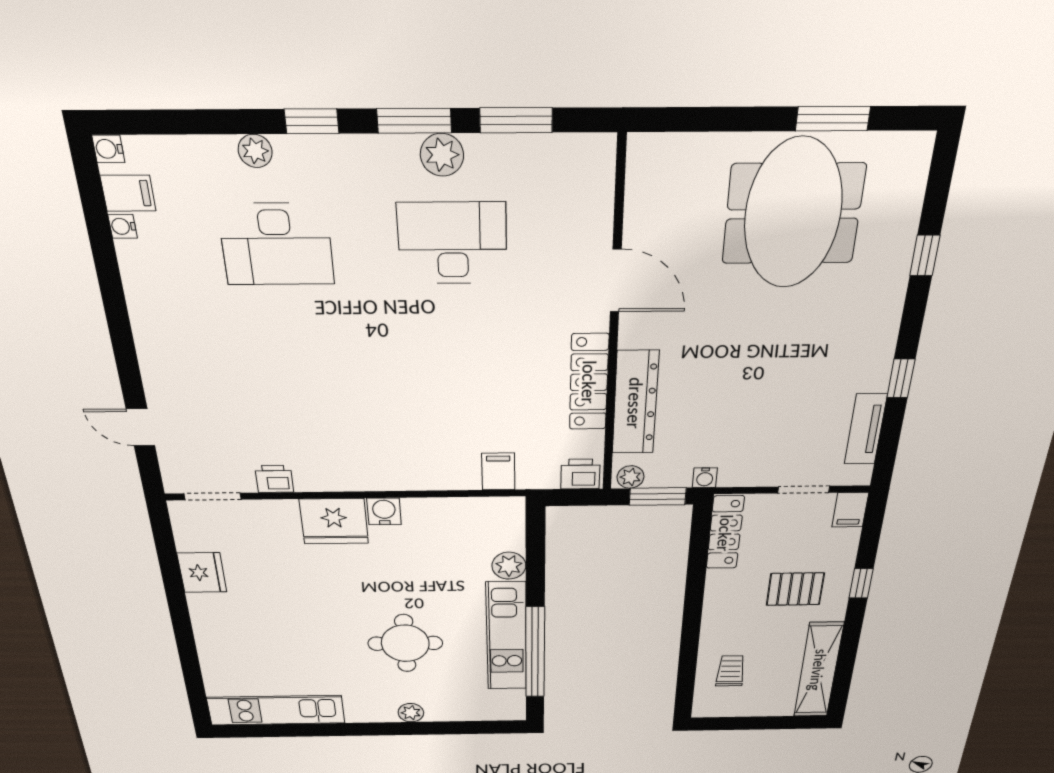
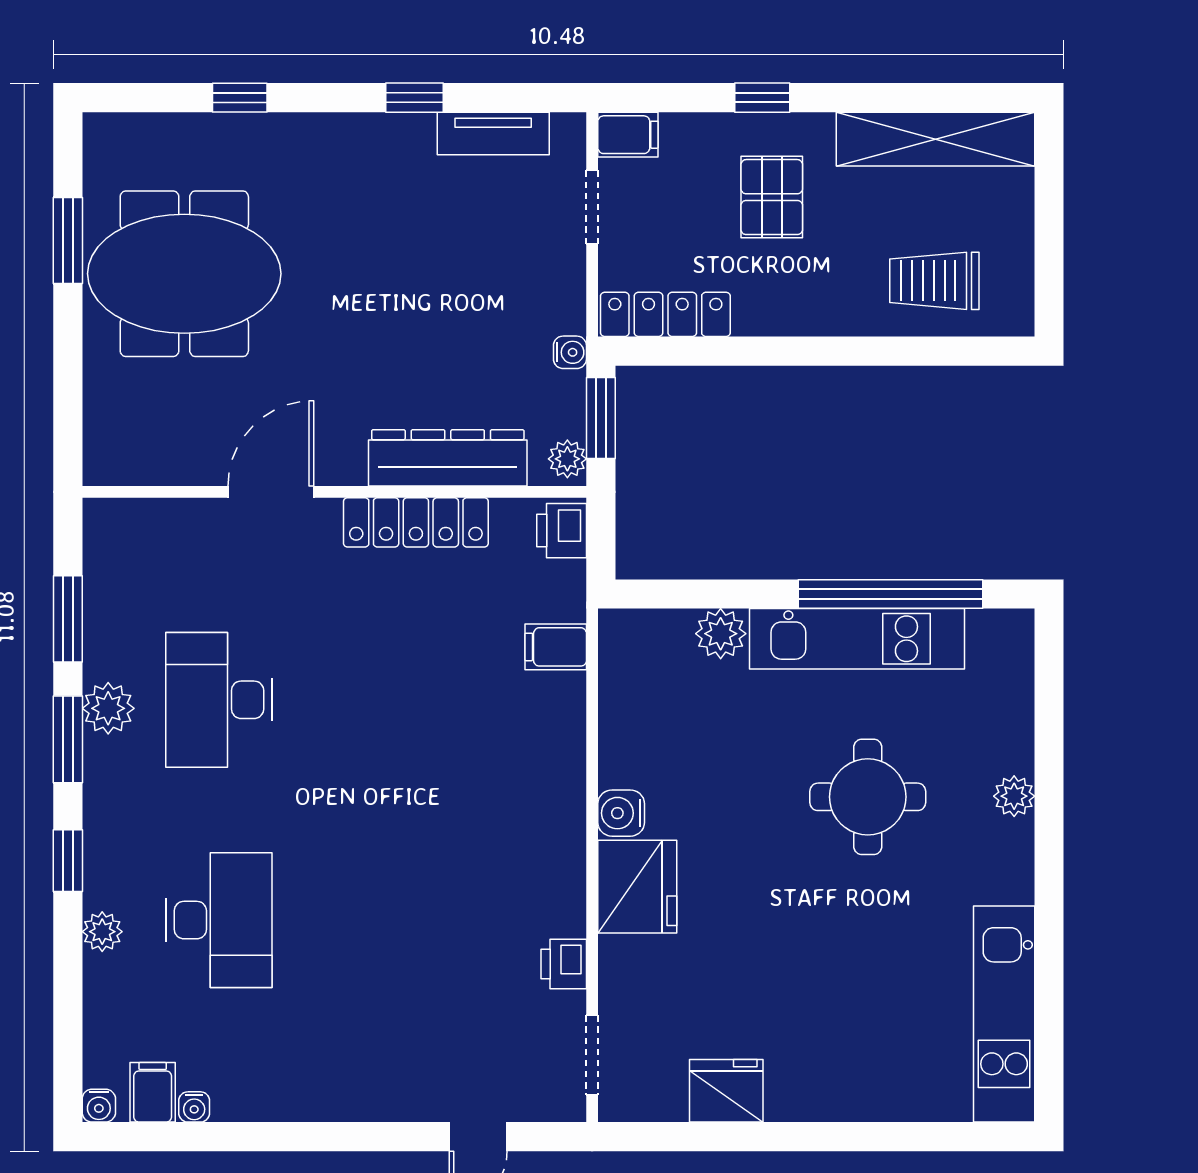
trolley: (731, 671) -> (934, 281), width x1.36, depth x1.39

